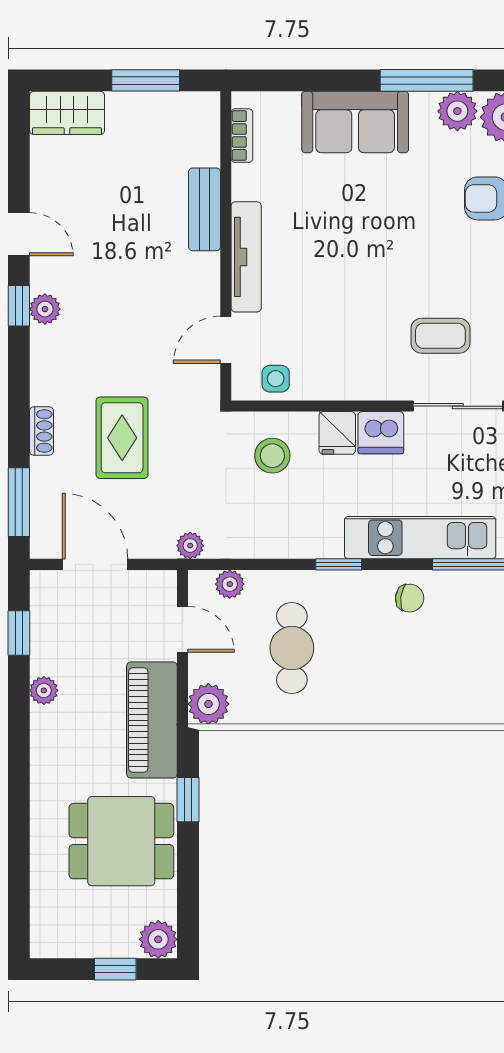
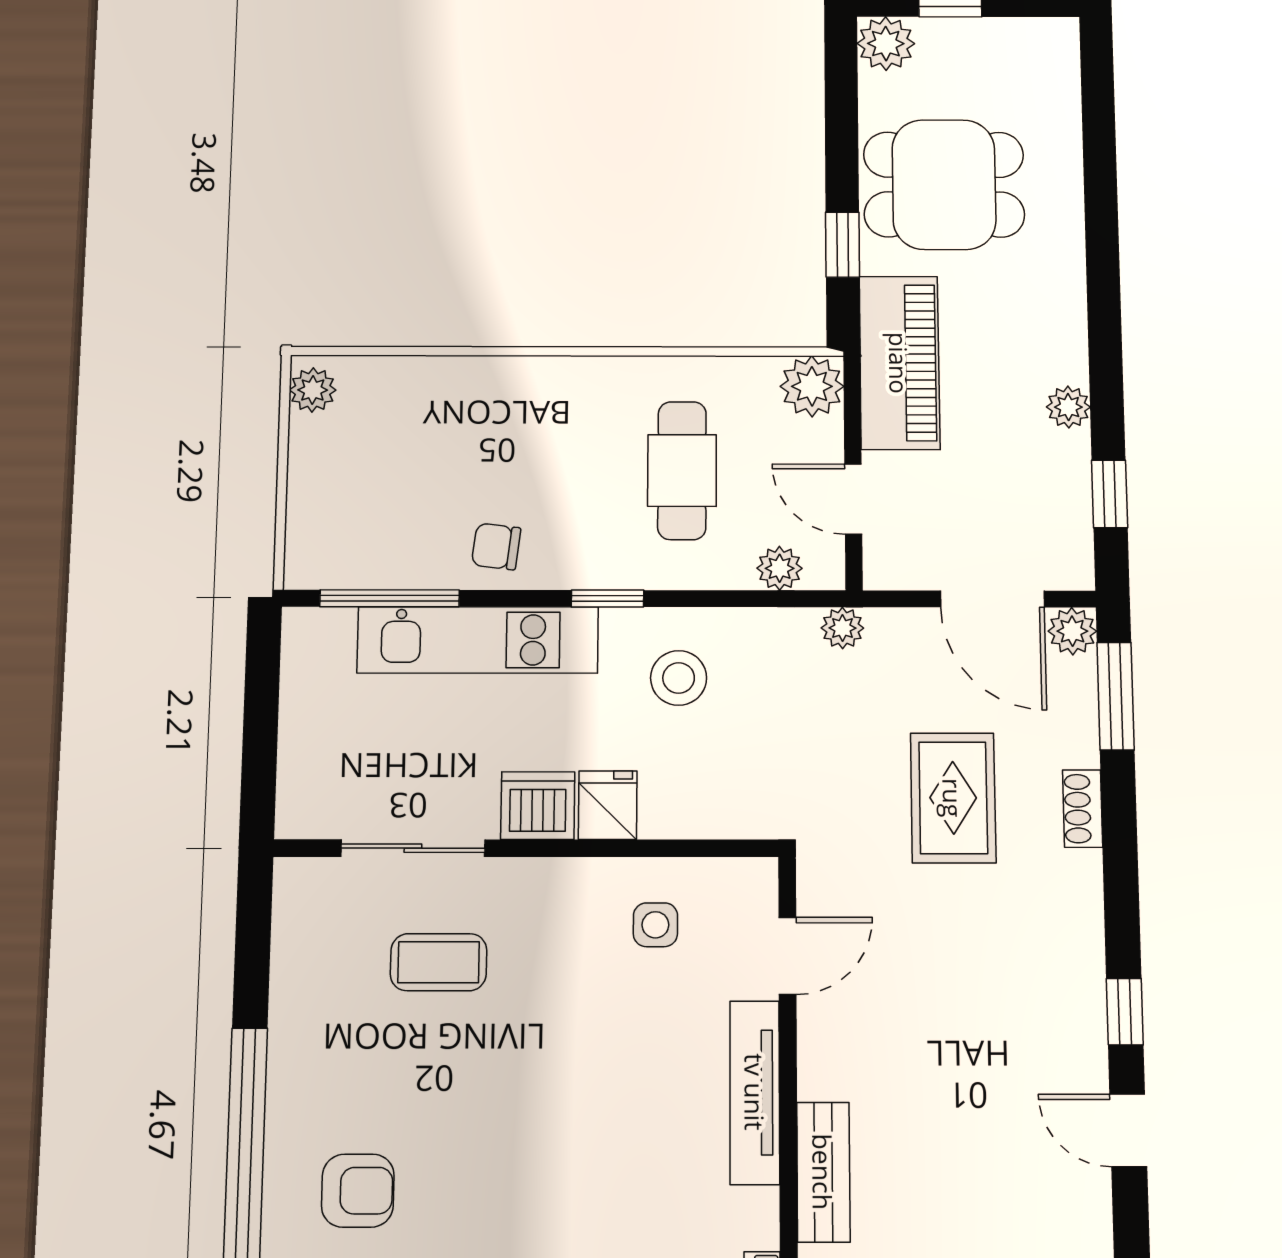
plant: (45, 309) -> (1072, 631), moved
side table: (276, 379) -> (655, 925), moved
stool: (272, 456) -> (679, 678), moved

